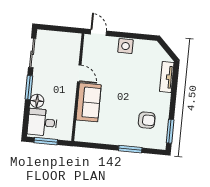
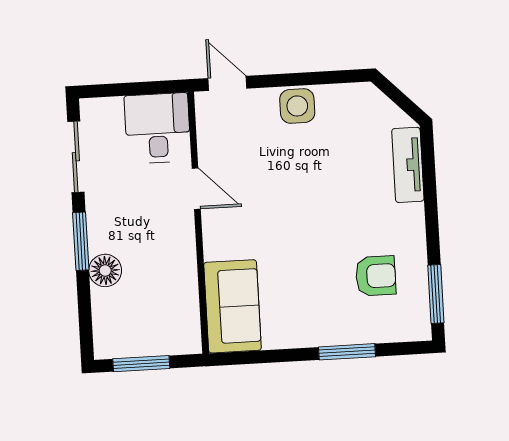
sofa: (89, 102) -> (233, 306), moved
desk: (42, 122) -> (158, 128), moved, turned 90

